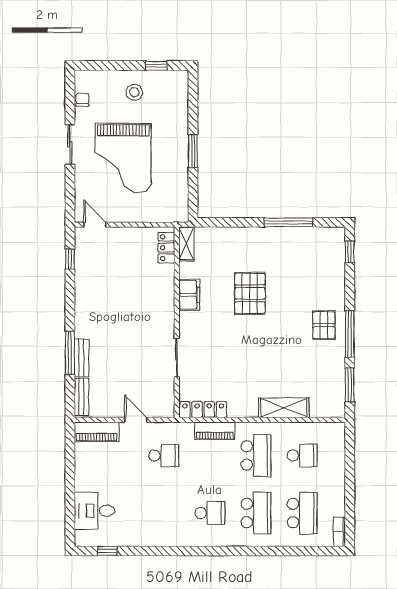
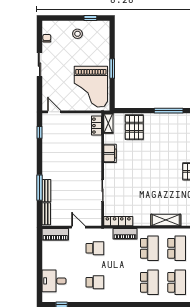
grand piano: (123, 158) -> (91, 87), moved
pallet: (250, 293) -> (134, 127), moved
school desk: (302, 455) -> (177, 248), width x1.85
school desk: (210, 513) -> (95, 282), moved

